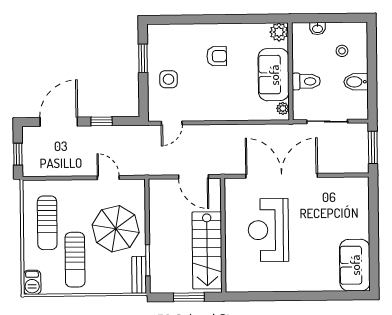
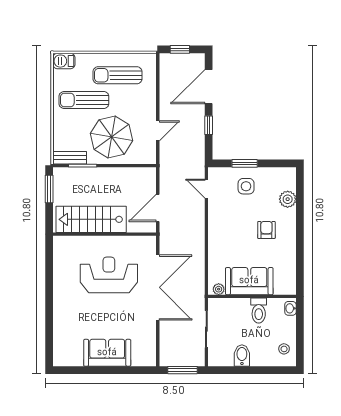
washbasin: (318, 29) -> (290, 308), moved
plant: (279, 32) -> (288, 199), moved
stool: (342, 51) -> (284, 349), moved
armchair: (217, 56) -> (266, 230), turned 180
window: (143, 58) -> (245, 163), moved
toilet: (306, 81) -> (259, 311), moved
door: (59, 122) -> (209, 87), swing flipped
sofa: (355, 265) -> (107, 353), moved
window: (189, 297) -> (49, 189), moved

